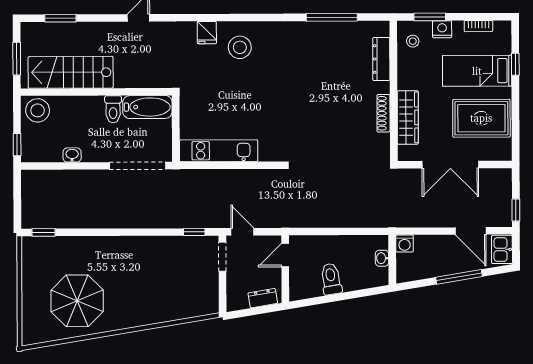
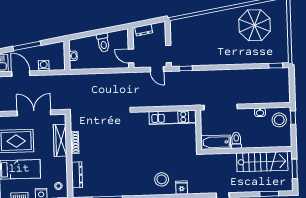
stool: (38, 110) -> (279, 120), moved
washing machine: (405, 243) -> (44, 65), moved
door: (285, 255) -> (131, 56), swing flipped

